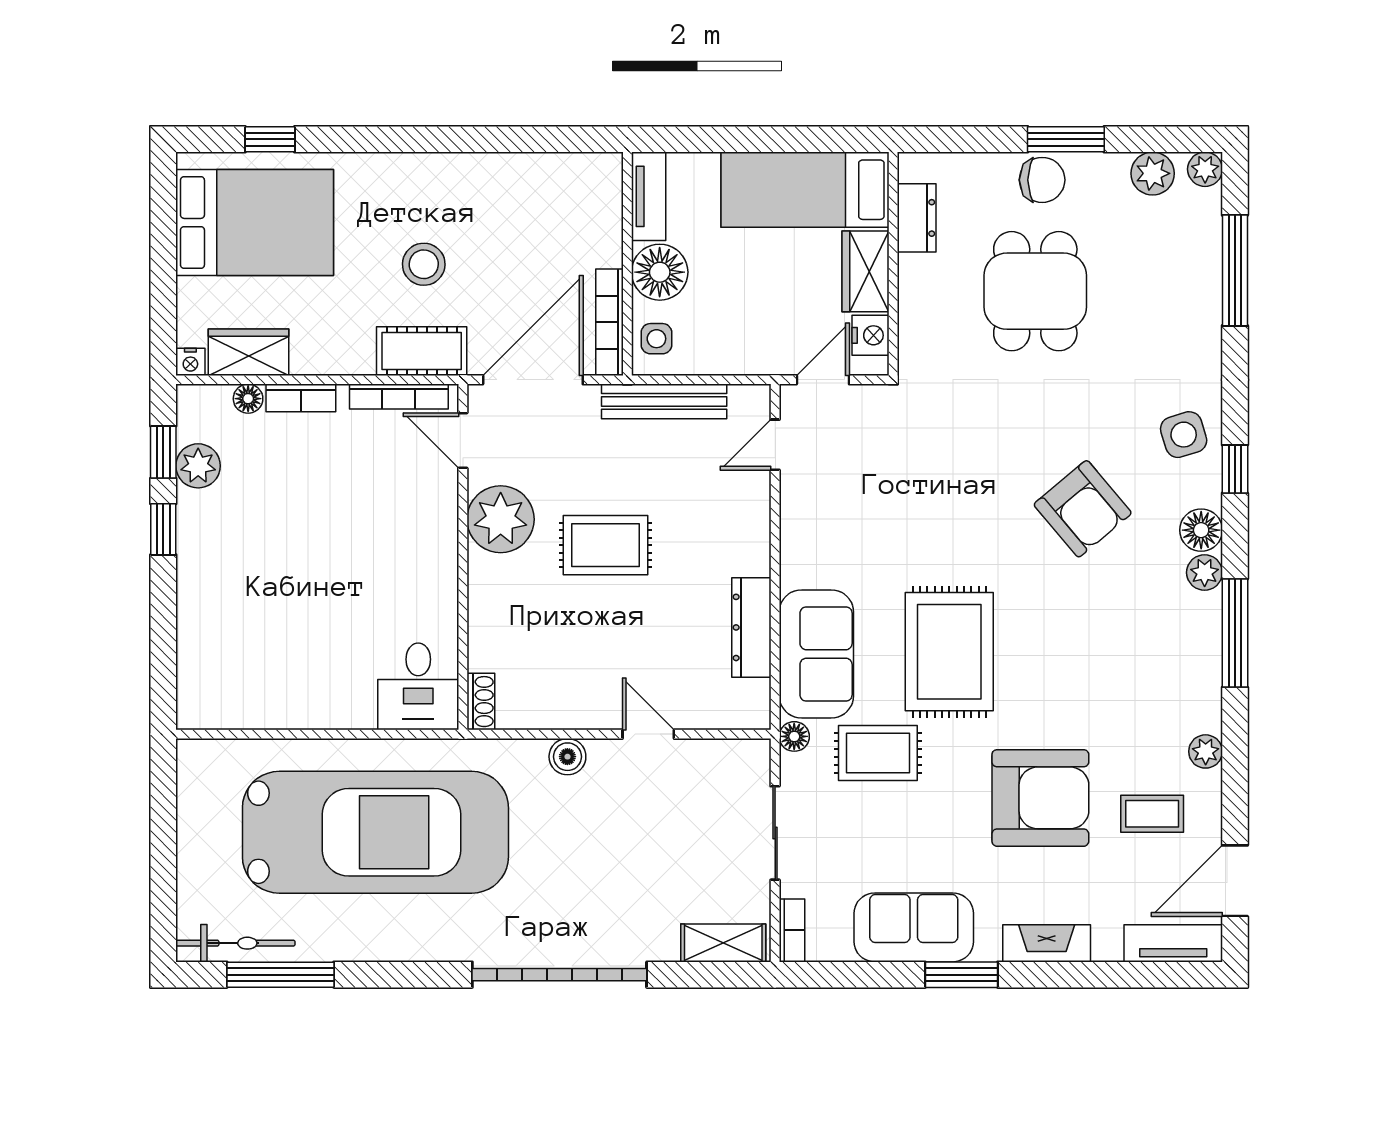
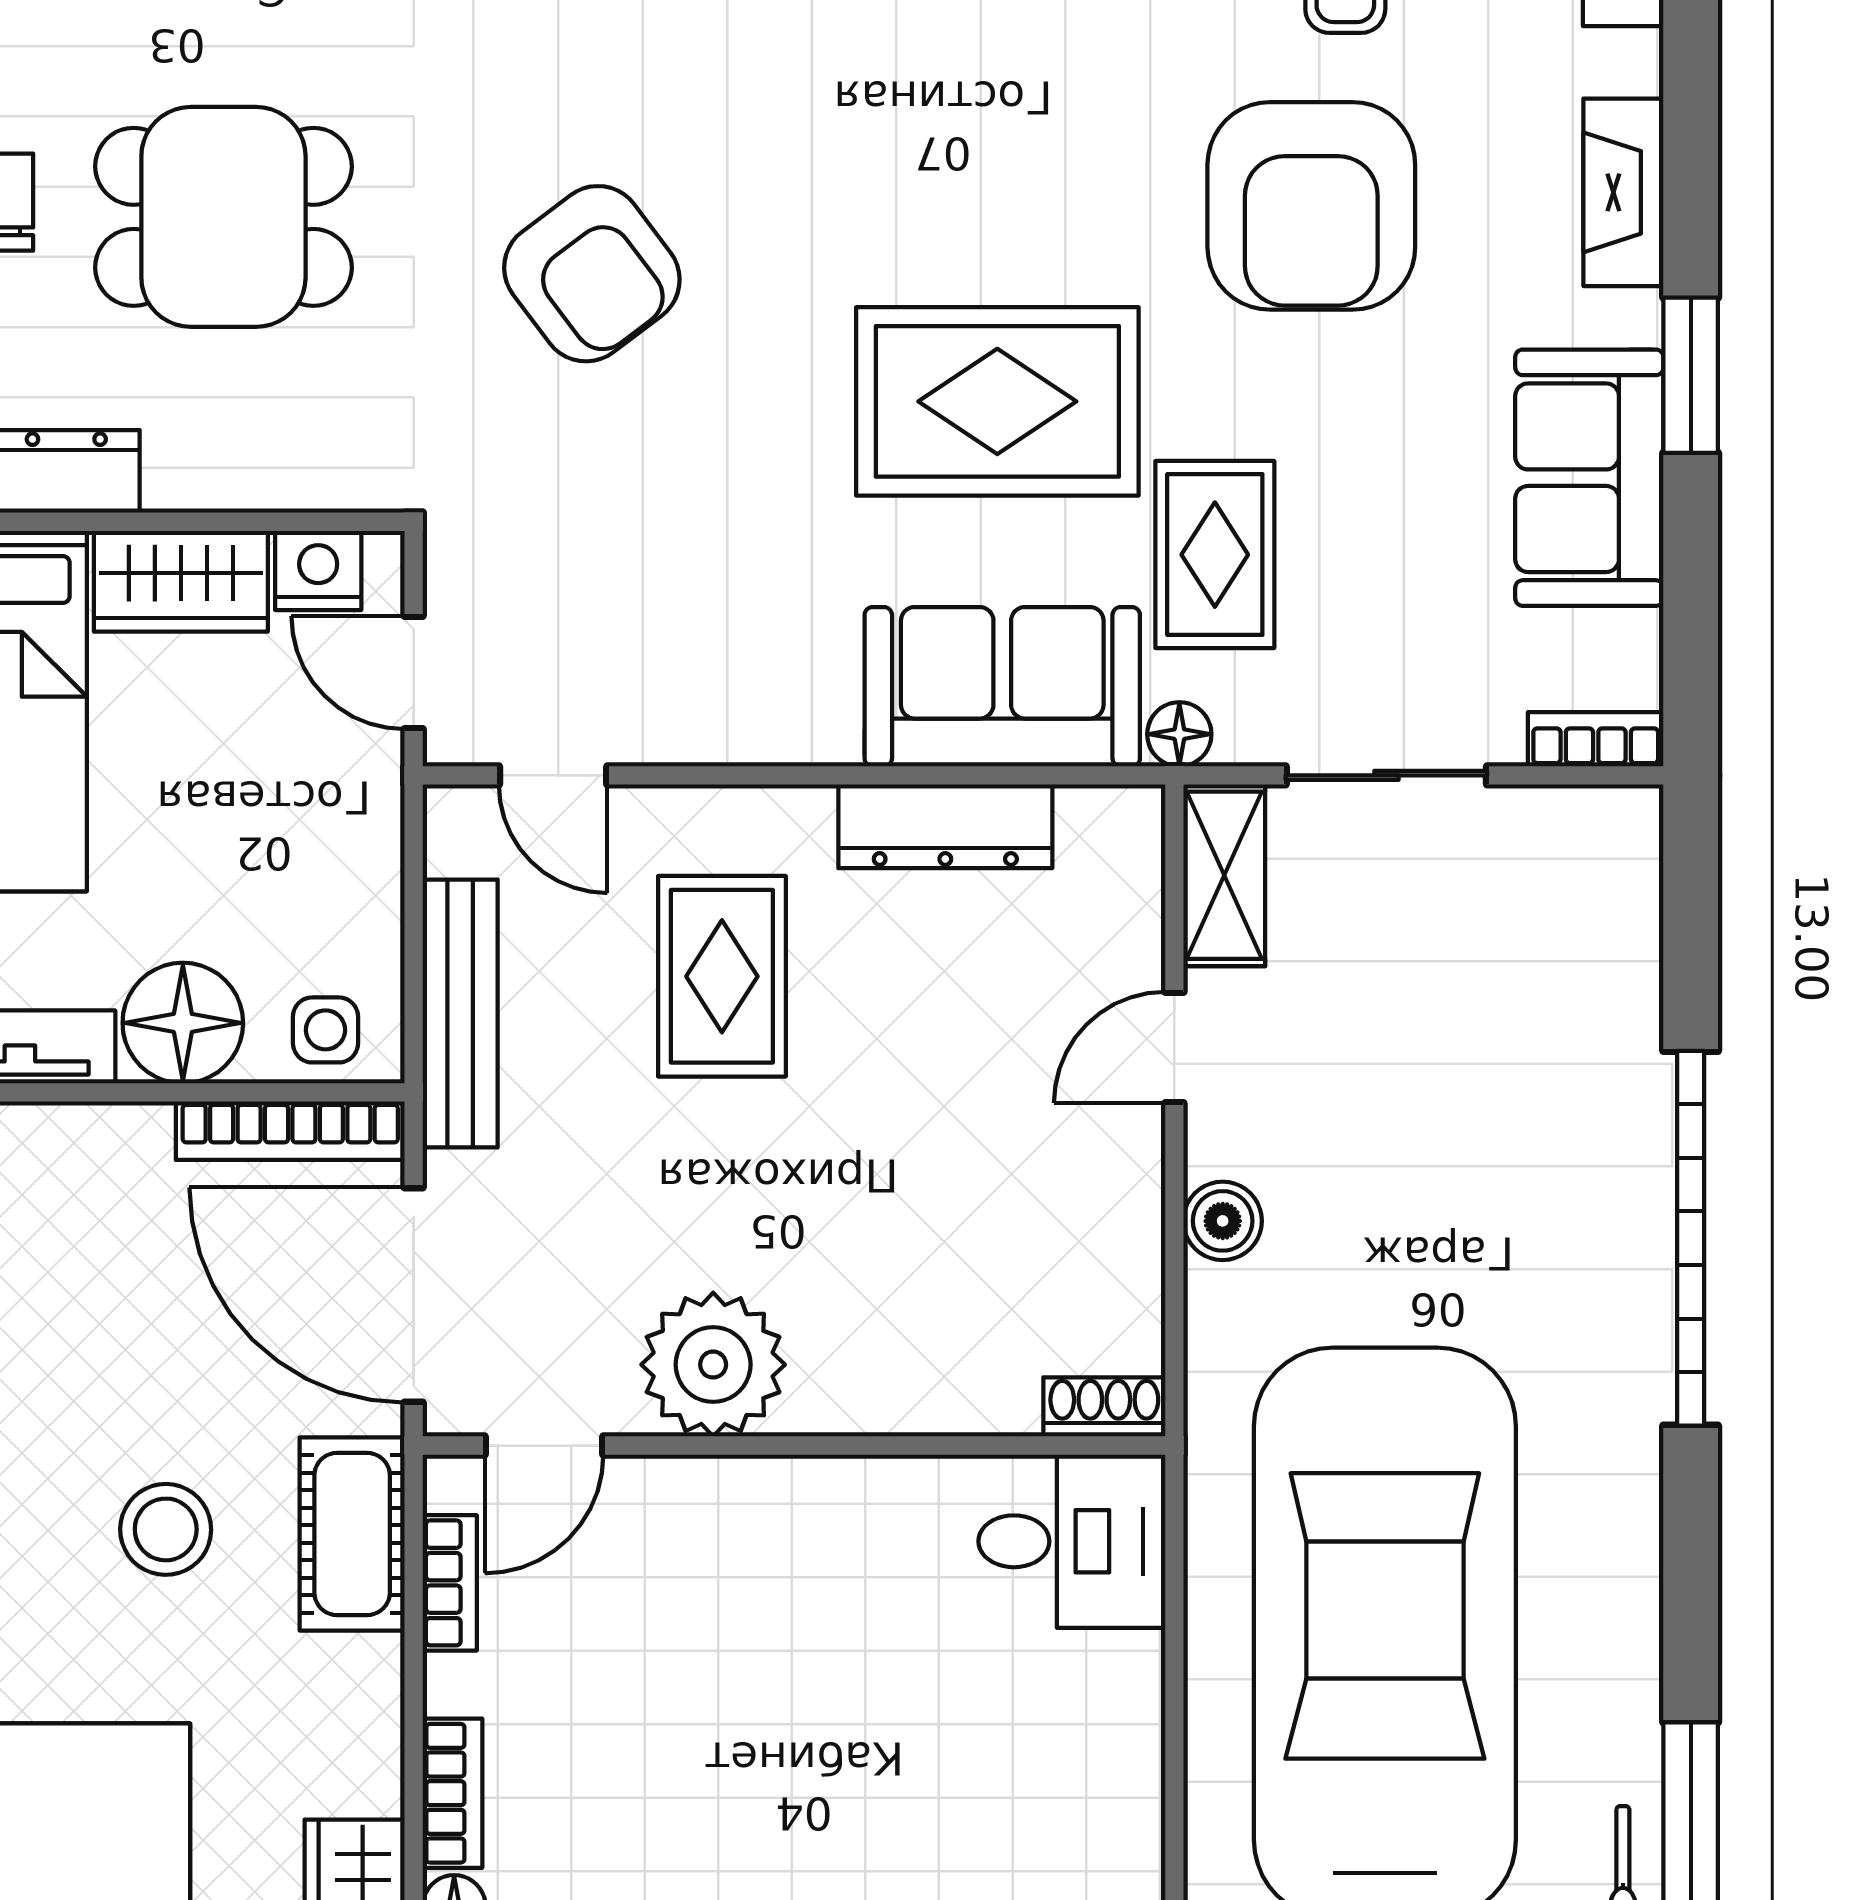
bookcase: (399, 397) -> (450, 1583), width x0.64
armchair: (1083, 509) -> (592, 274), moved, turned 93
rug: (606, 545) -> (722, 976), moved
armchair: (1040, 798) -> (1311, 206), turned 180
shelving: (723, 943) -> (1224, 875), moved

